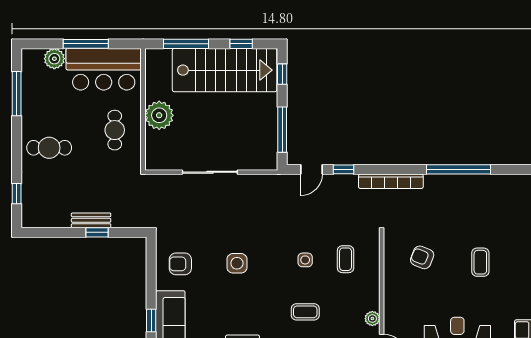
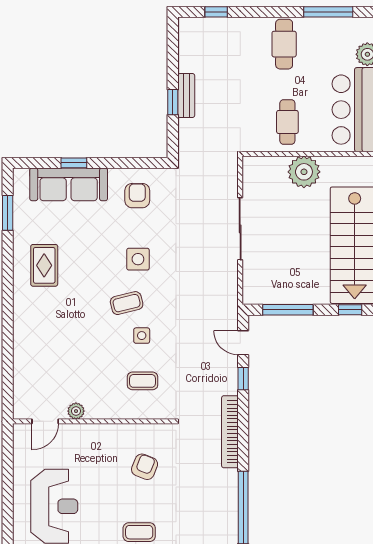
cafe table: (115, 130) -> (287, 122), turned 90
cafe table: (49, 148) -> (284, 44), moved
coffee table: (305, 312) -> (127, 303), moved, turned 76

